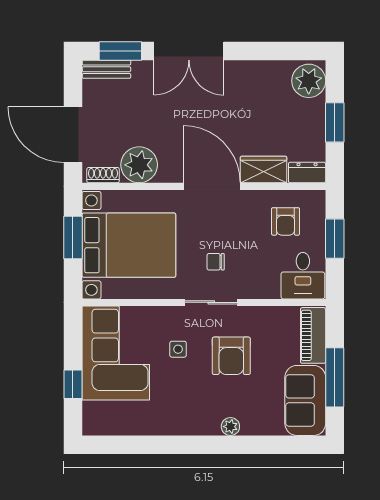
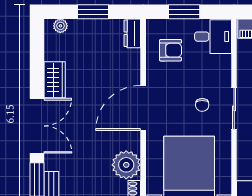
plant: (309, 81) -> (60, 26), width x0.53, depth x0.53
wardrobe: (264, 170) -> (55, 80), moved, turned 180

